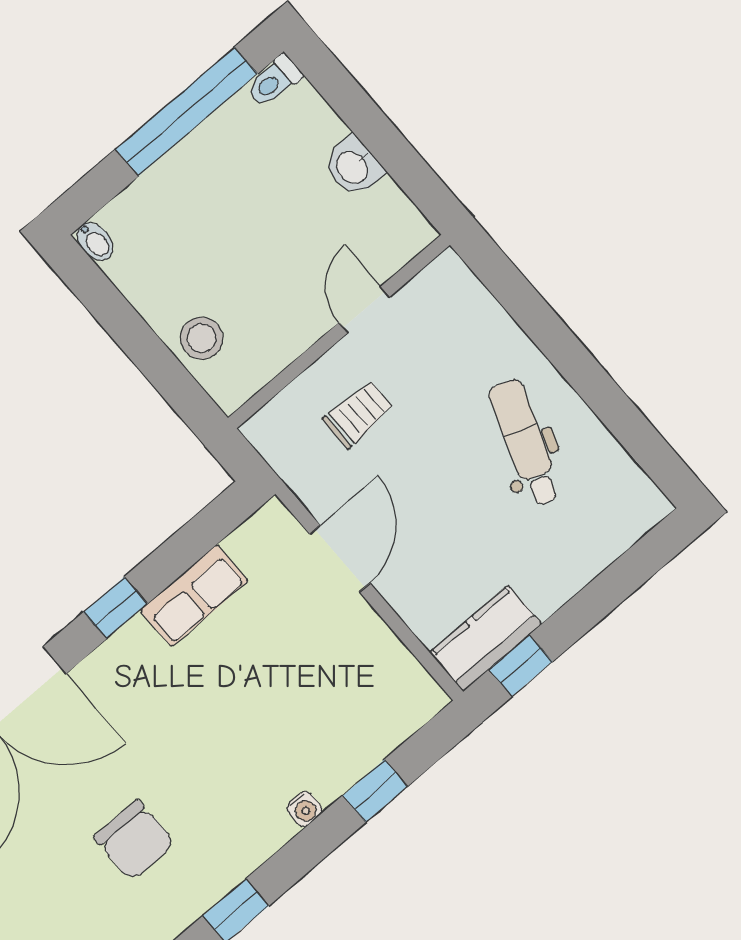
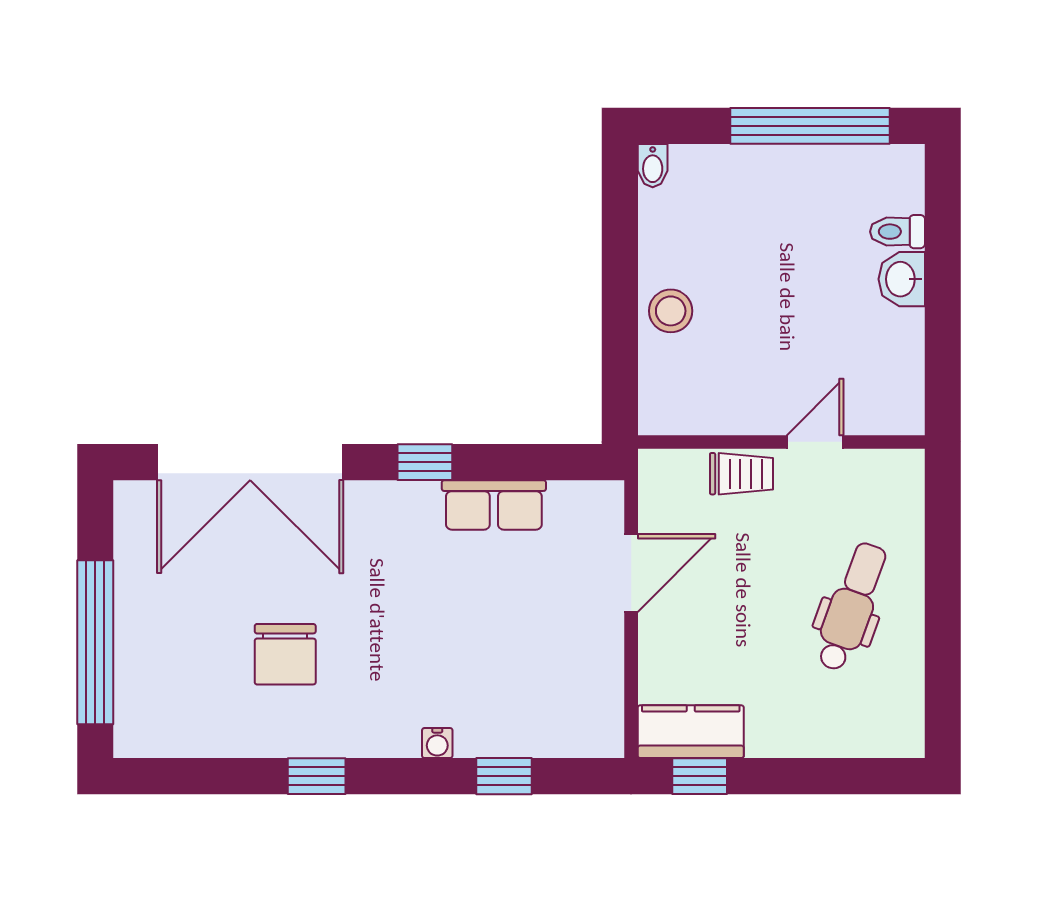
toilet: (274, 81) -> (898, 232), moved
door: (364, 310) -> (815, 442), moved
wall: (339, 331) -> (781, 442), moved

